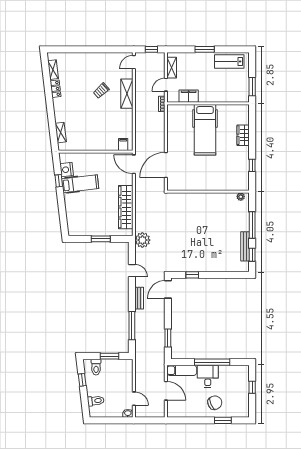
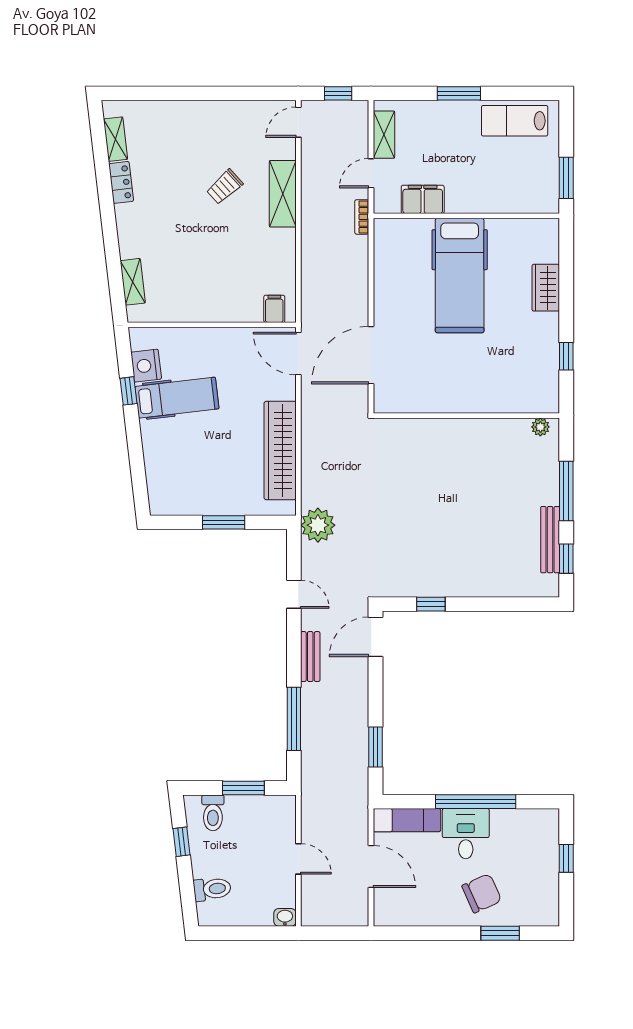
door: (134, 399) -> (298, 859), moved

